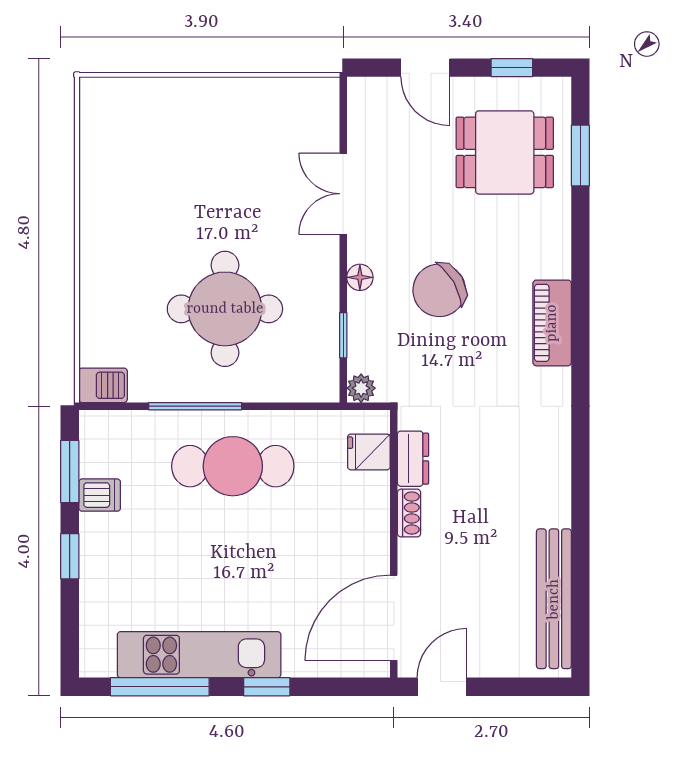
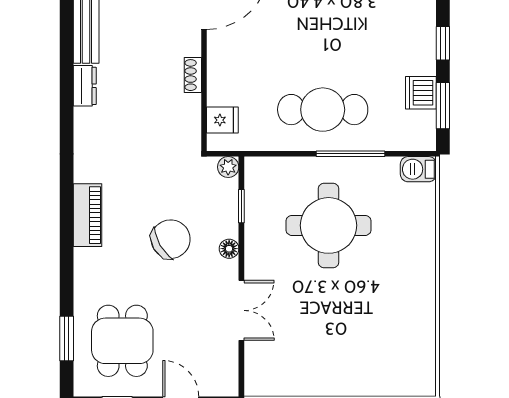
dining table: (505, 152) -> (122, 341), turned 90
dresser: (413, 459) -> (85, 86), moved, turned 180
dishwasher: (100, 495) -> (421, 93), width x1.38

